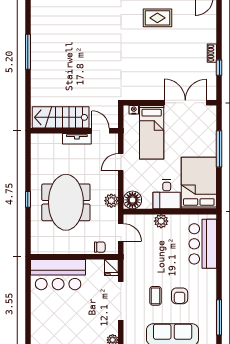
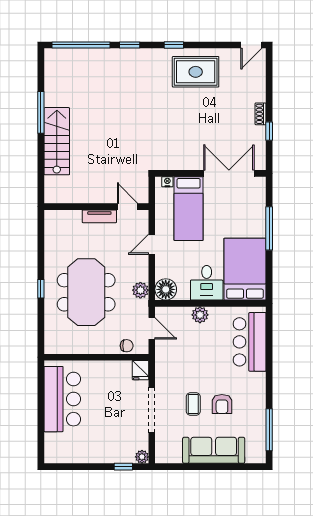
rug: (157, 18) -> (196, 72), width x1.36, depth x1.43
stairs: (61, 117) -> (57, 141), moved, turned 90
bar counter: (58, 275) -> (62, 399), moved, turned -90

